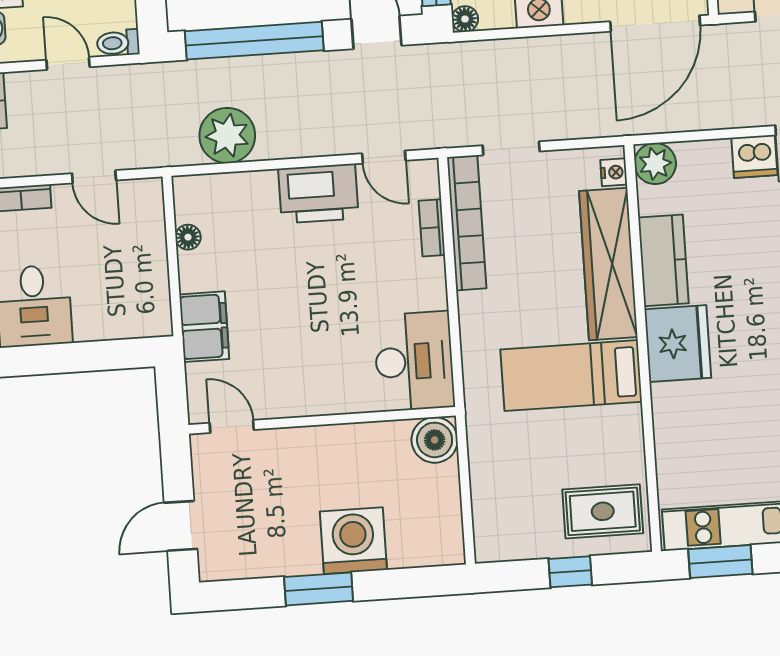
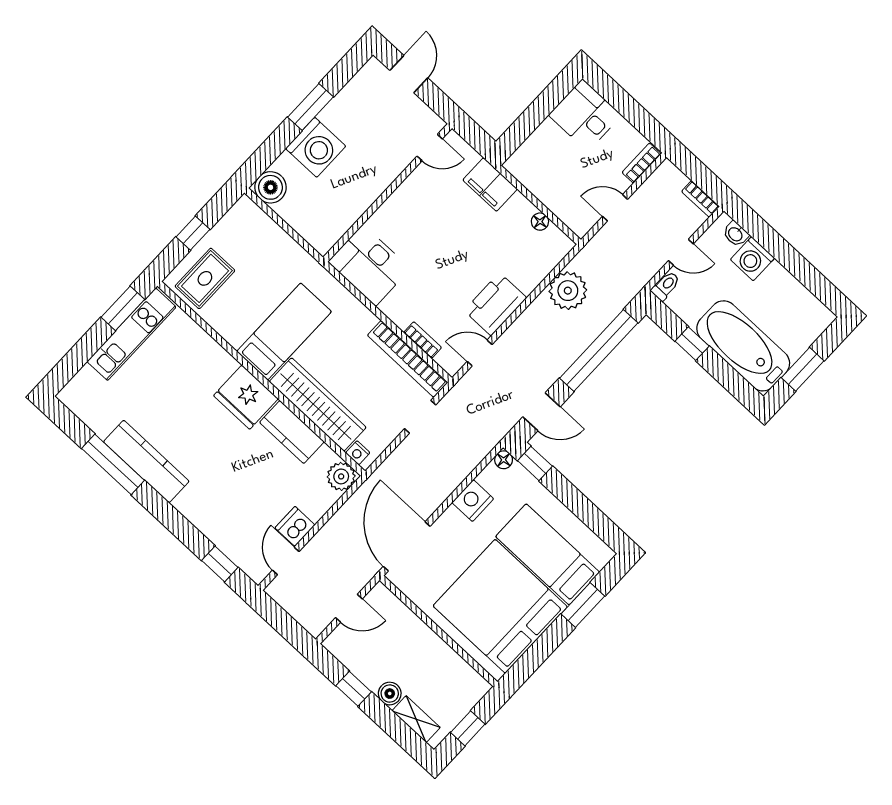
boiler: (435, 440) -> (270, 187), moved

